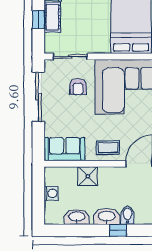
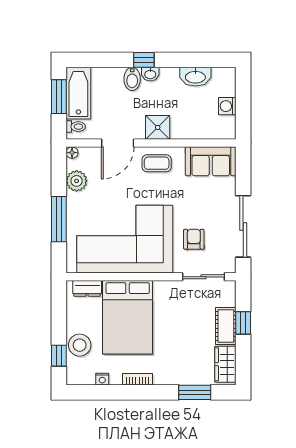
shower: (88, 176) -> (158, 127), moved
washbasin: (107, 217) -> (150, 74), width x0.52, depth x0.69

